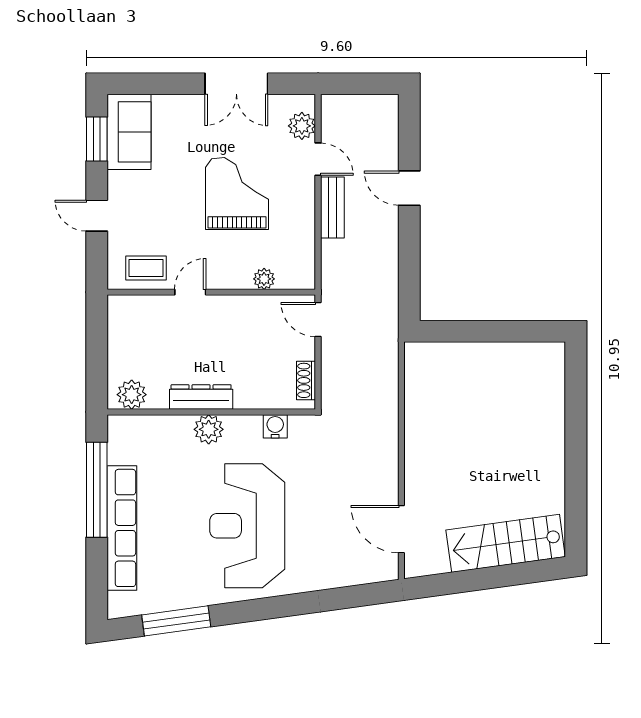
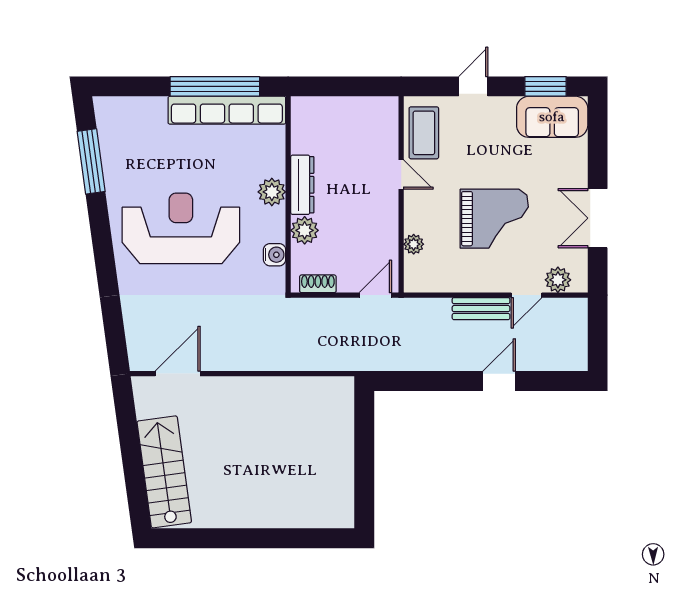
coffee table: (146, 268) -> (424, 133), width x1.36, depth x1.30
plant: (132, 395) -> (305, 230), moved
row of seats: (122, 528) -> (227, 110), moved

